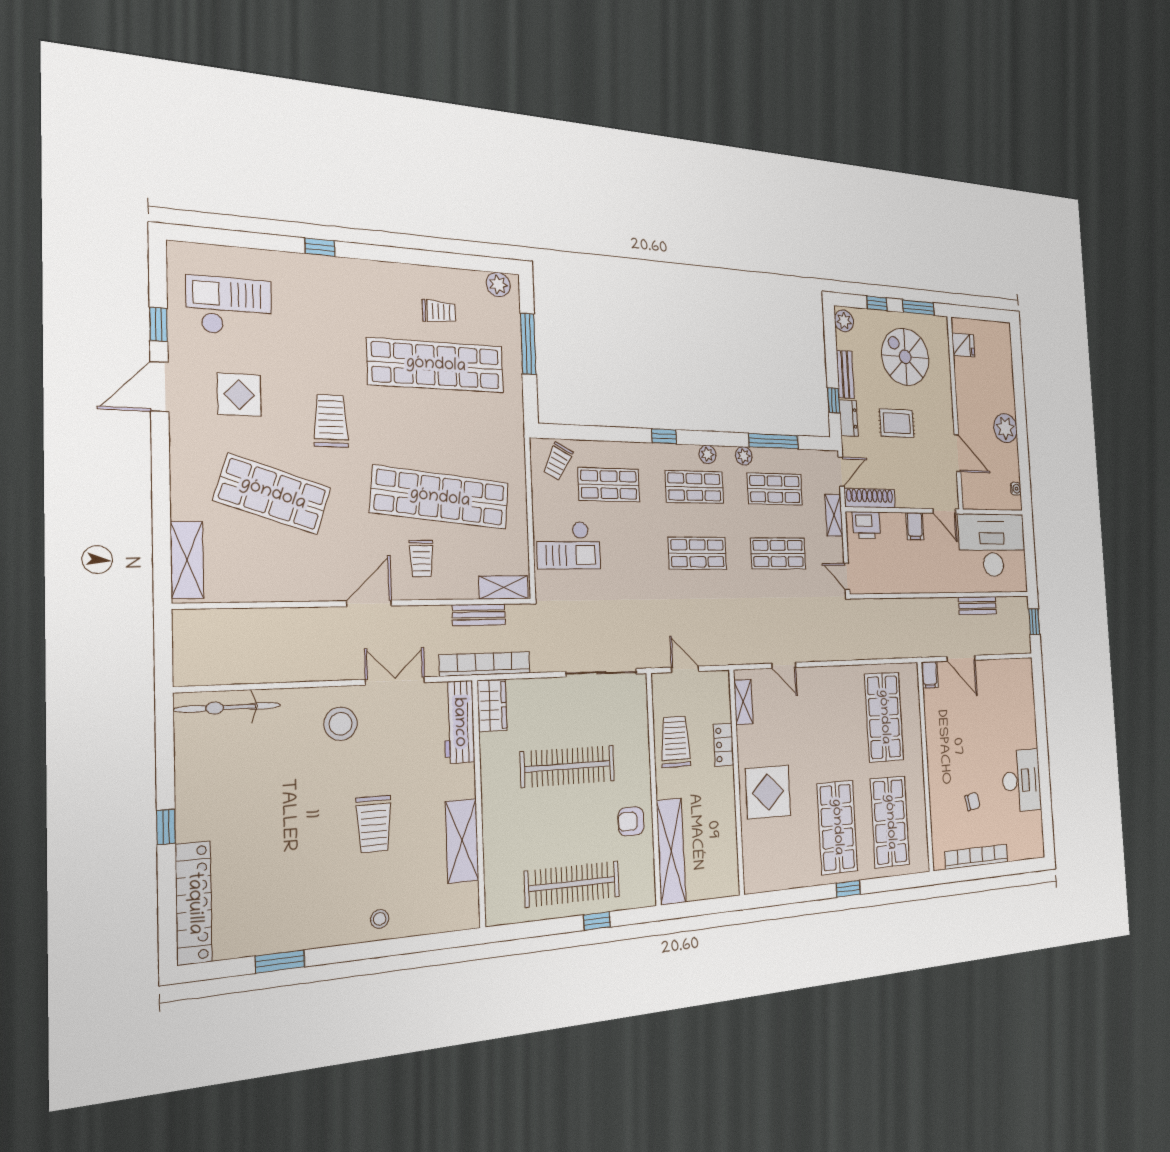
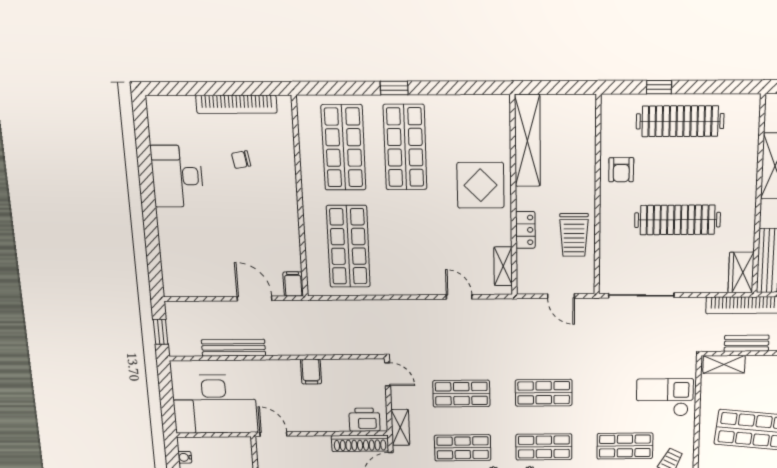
filing cabinet: (915, 526) -> (311, 372), moved, turned 180
bench: (977, 606) -> (234, 348), width x1.36
armchair: (631, 821) -> (621, 170), turned 90
shelving: (671, 851) -> (527, 141), moved

